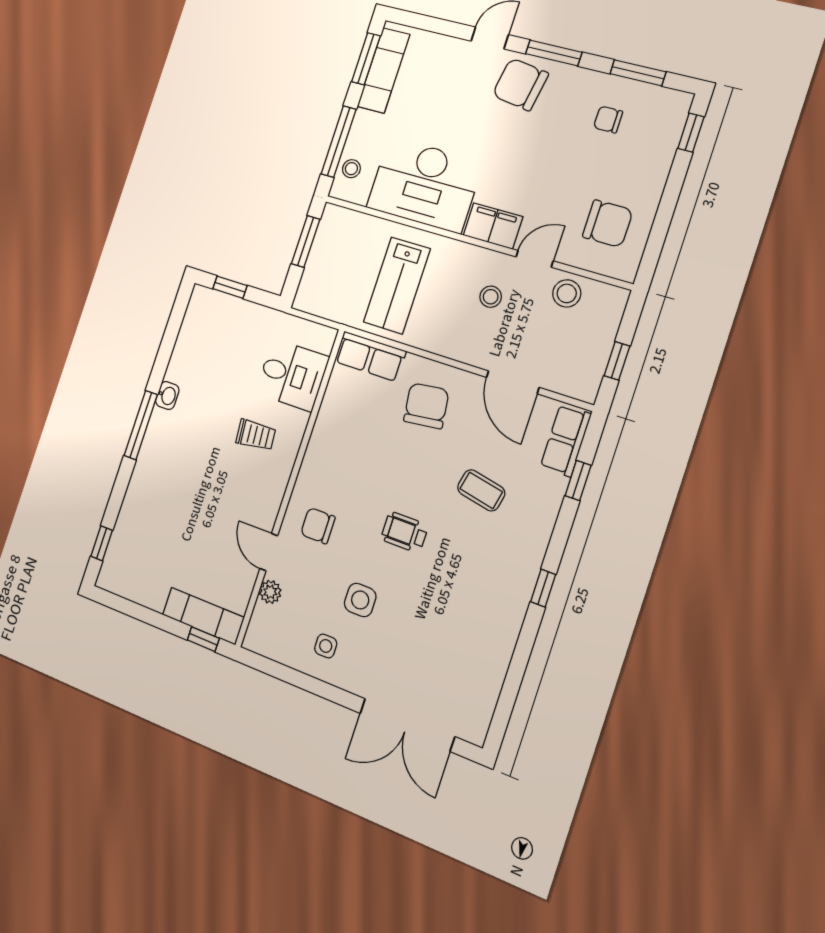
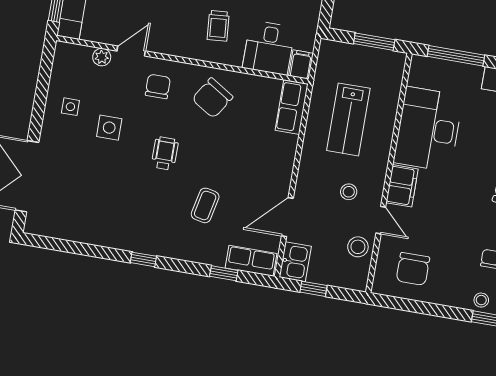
stool: (351, 169) -> (481, 300), moved
lab bench: (397, 285) -> (348, 119), turned -90
filing cabinet: (319, 337) -> (301, 65), added
kitchen sink: (575, 380) -> (295, 262), added
chair: (426, 406) -> (212, 98), moved, turned 129

